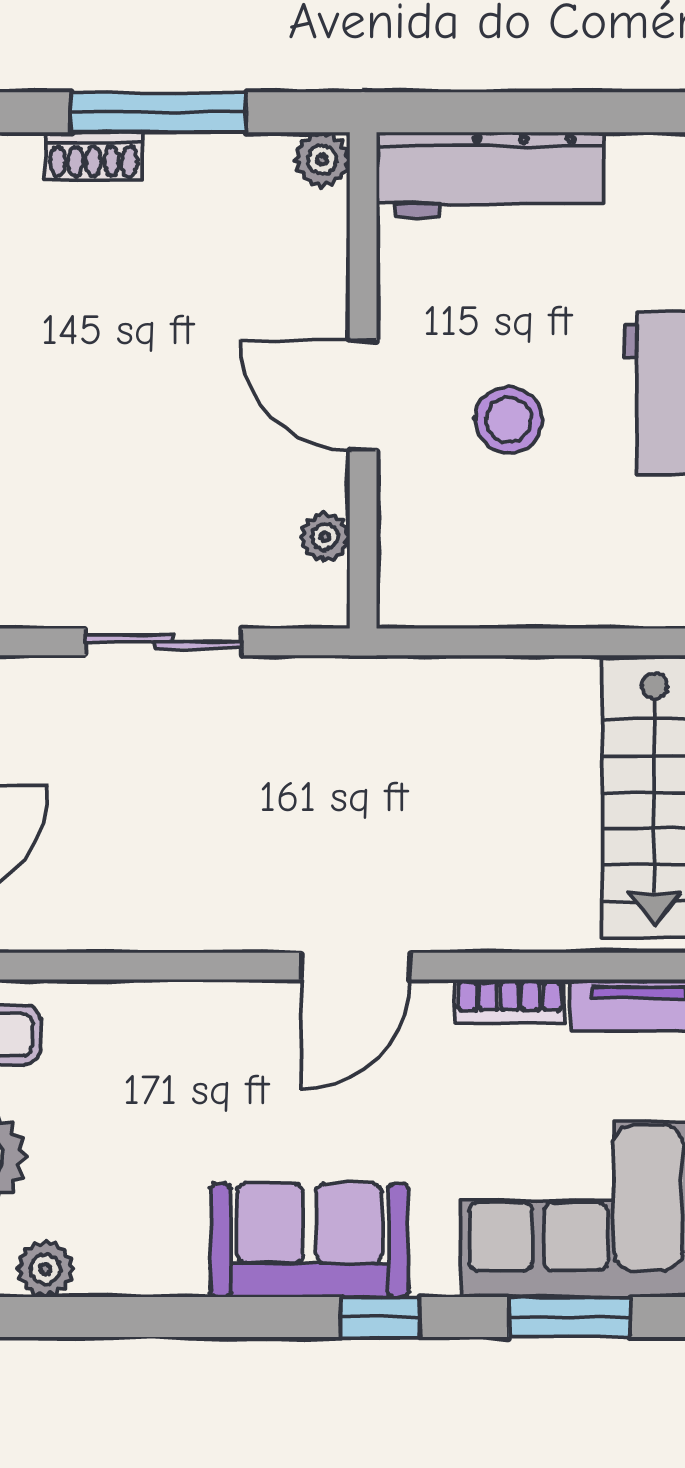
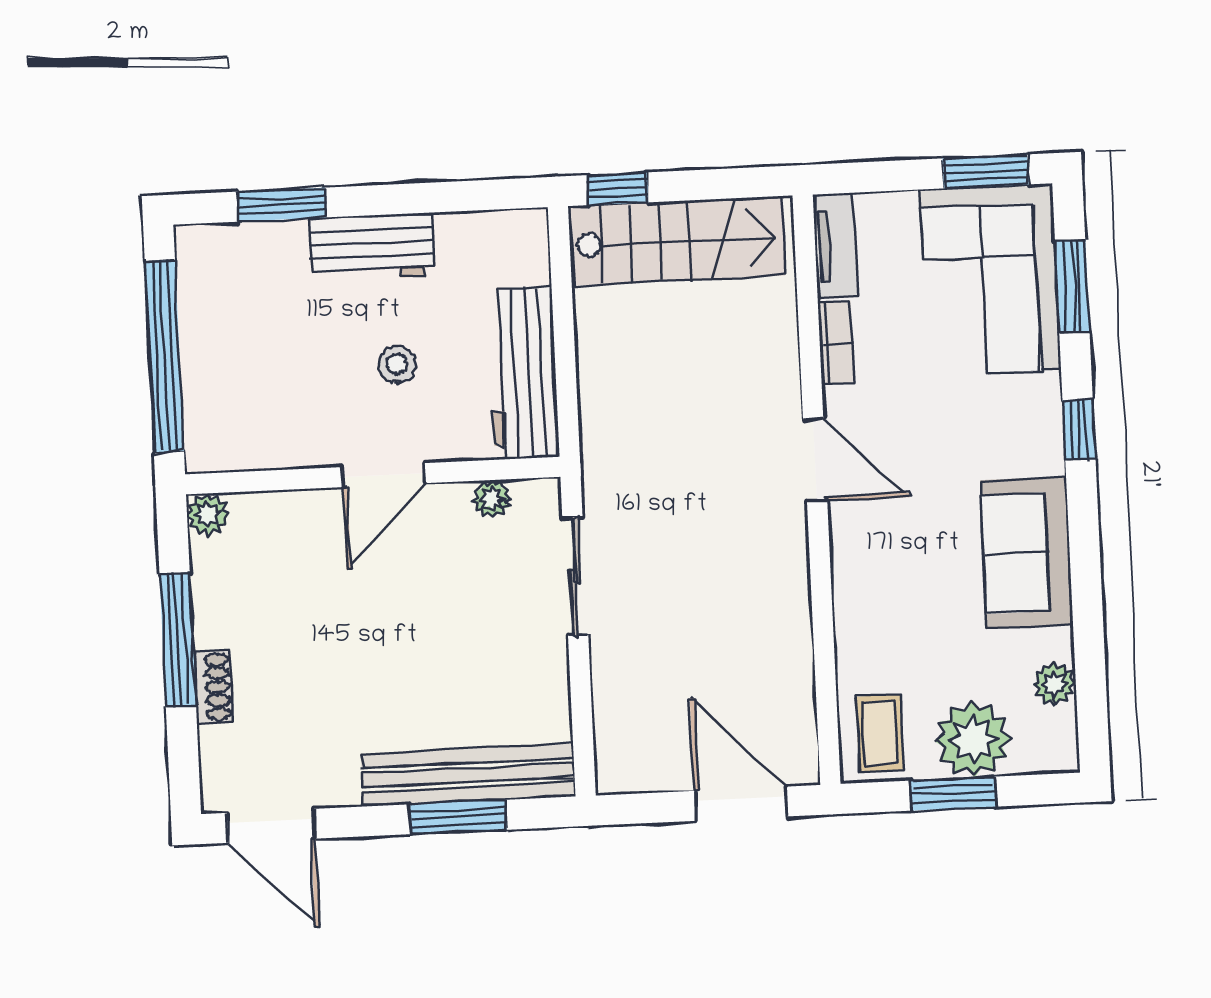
window: (534, 112) -> (164, 356), added
workbench: (490, 175) -> (523, 373), moved, turned 180
stool: (509, 420) -> (397, 364), width x0.73, depth x0.73
sliding door: (164, 642) -> (575, 576), moved
sofa: (309, 1240) -> (1027, 553), moved

